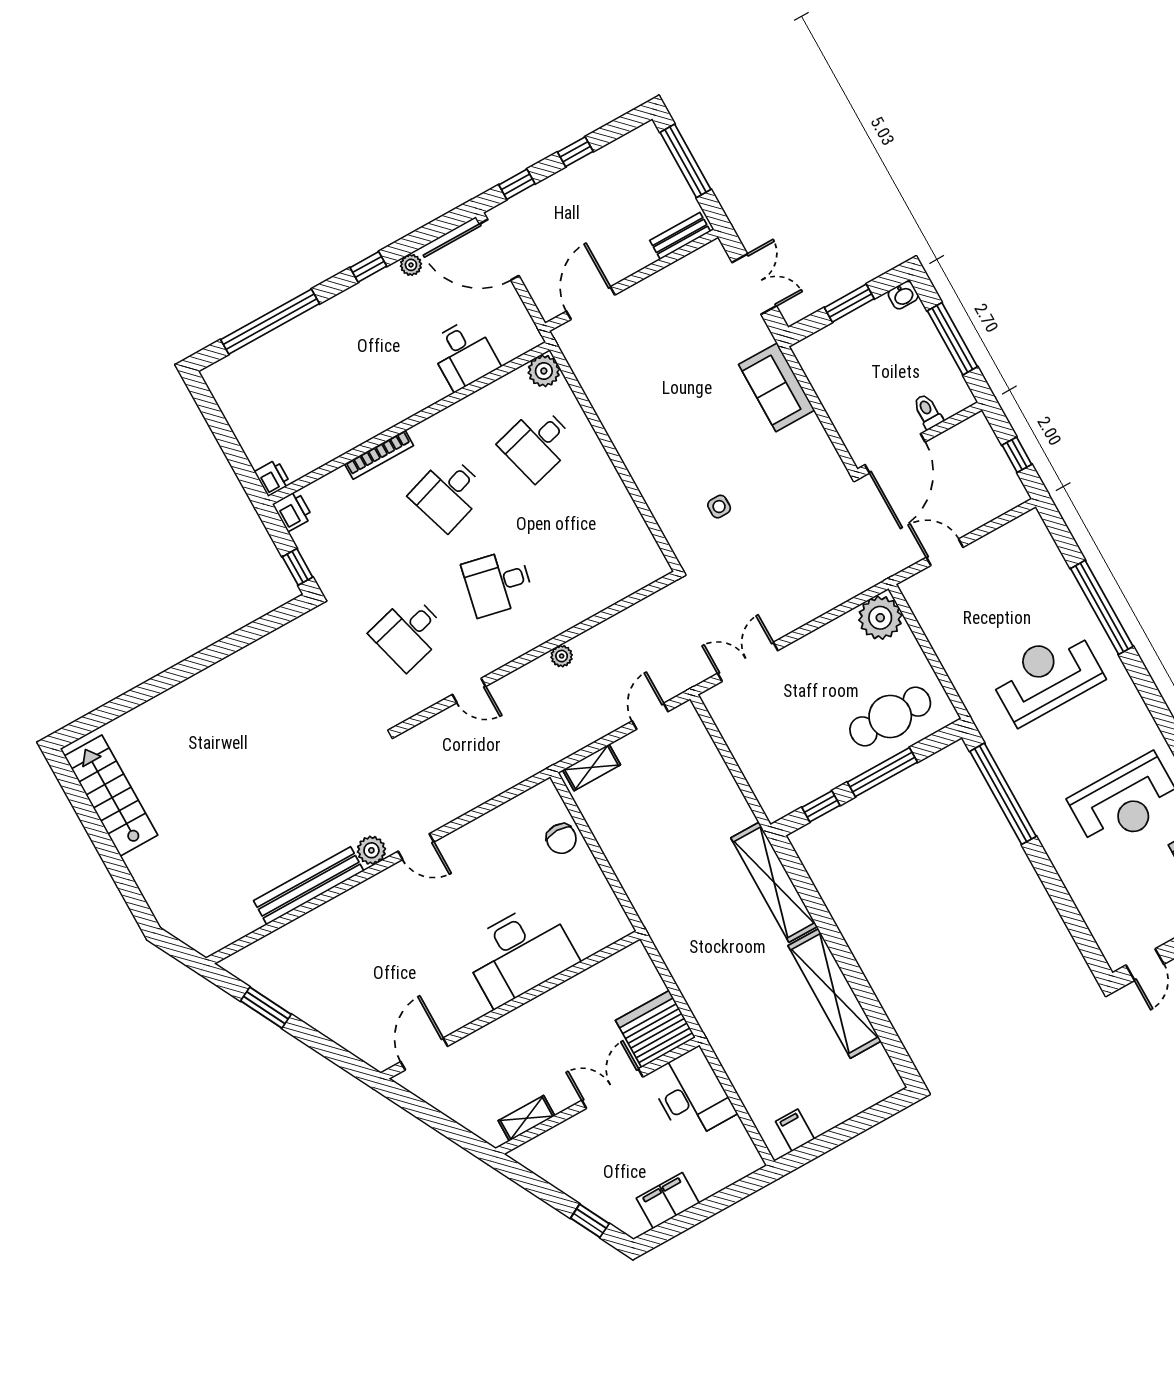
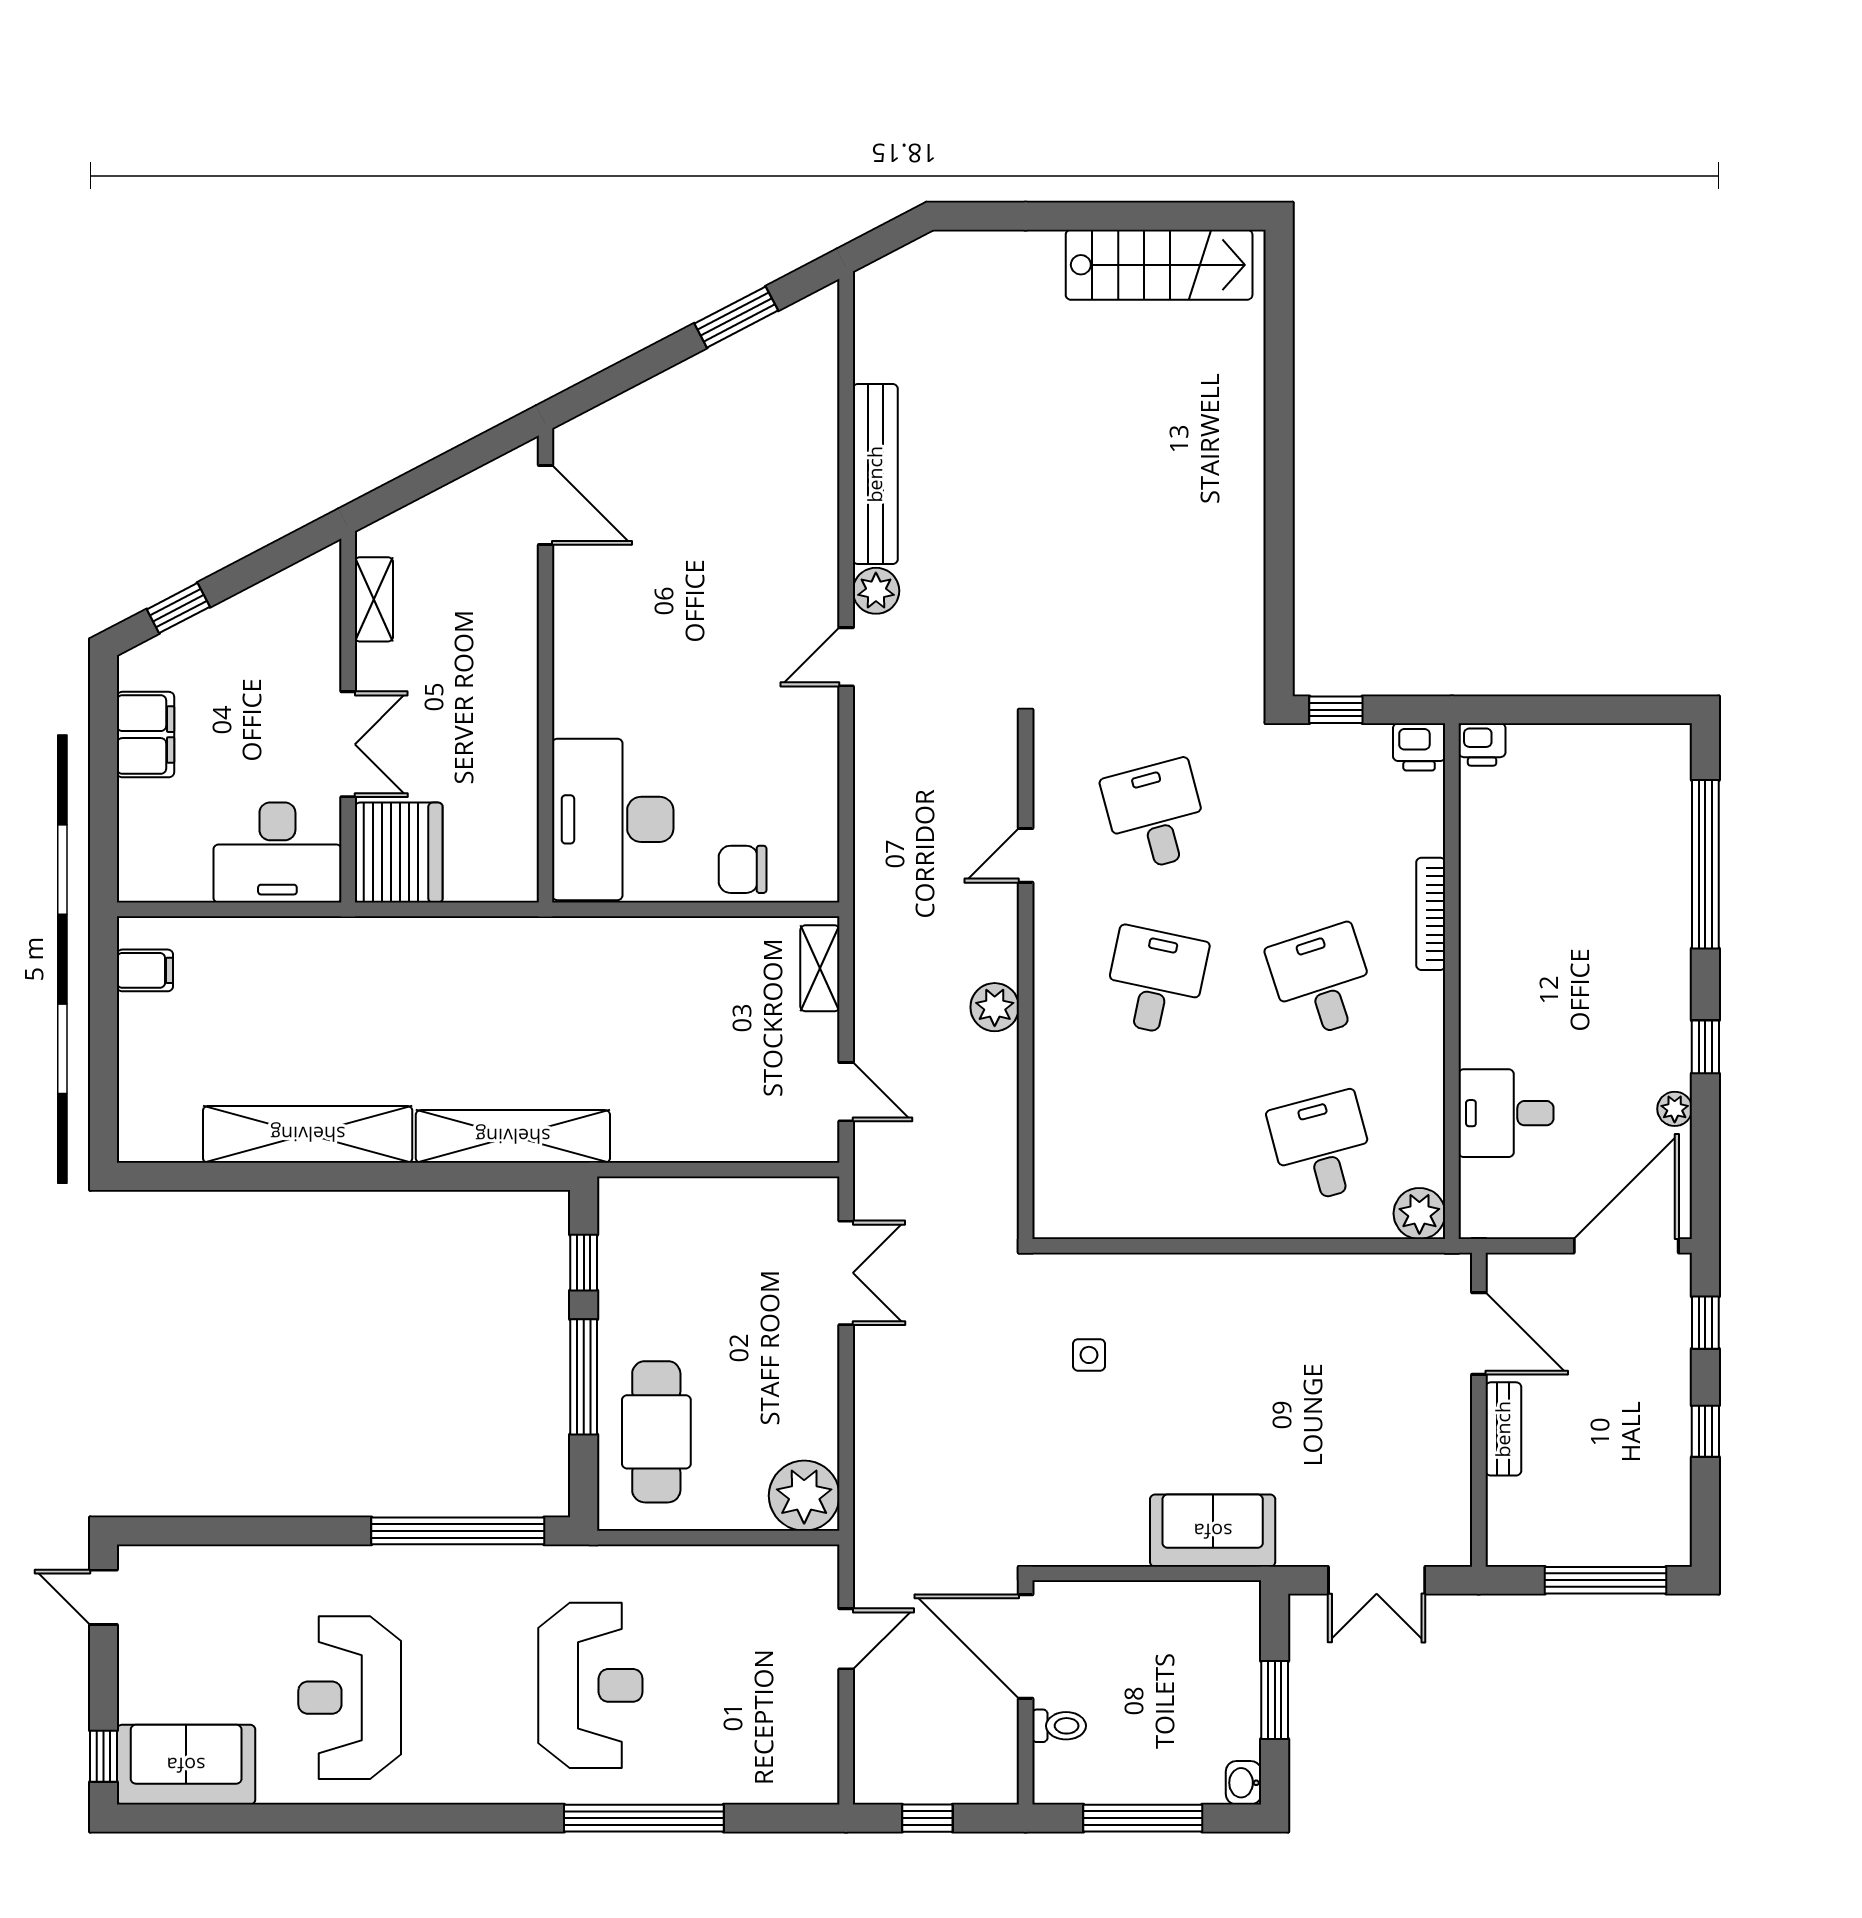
bench: (680, 236) -> (1503, 1429), moved
plant: (562, 656) -> (995, 1007), width x1.38, depth x1.38
desk: (520, 953) -> (613, 819), moved

